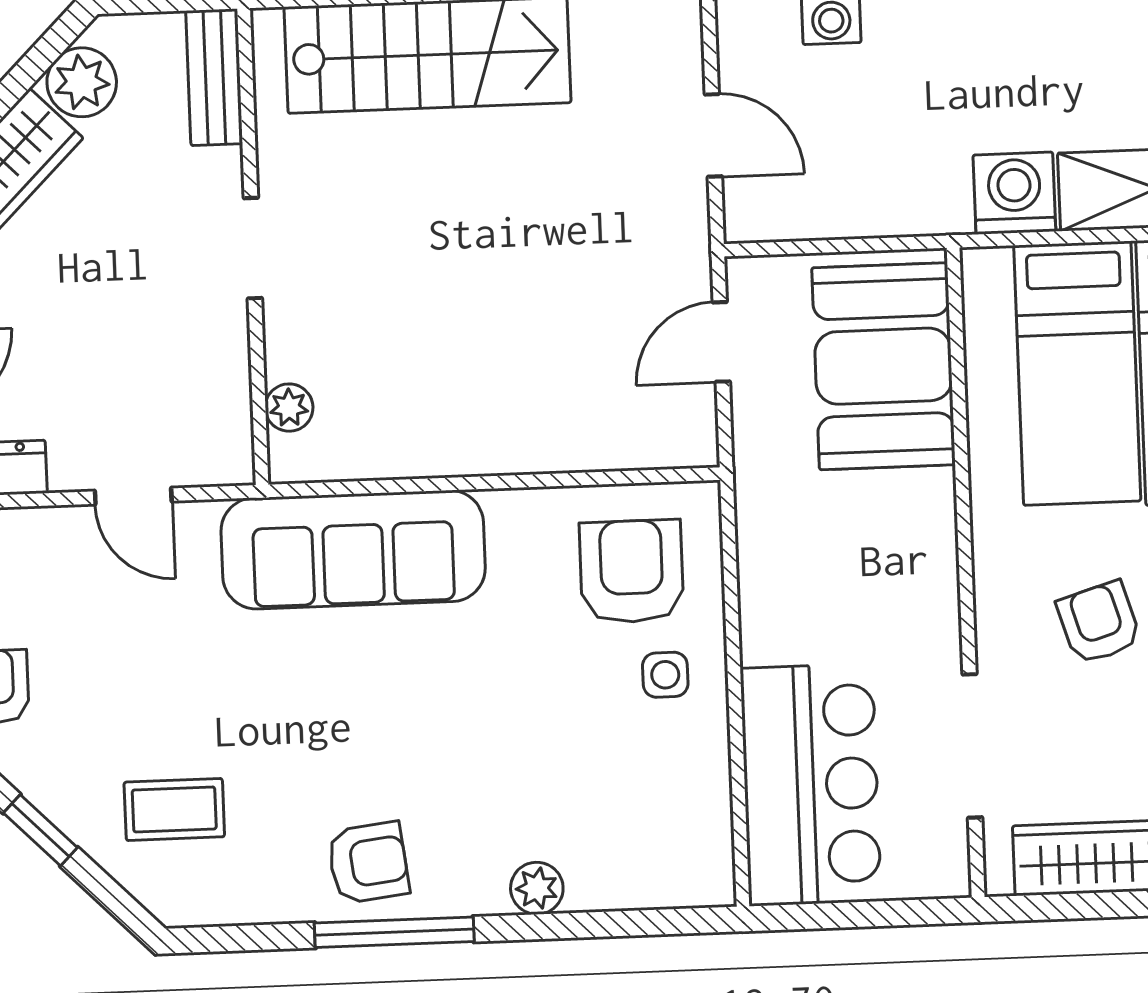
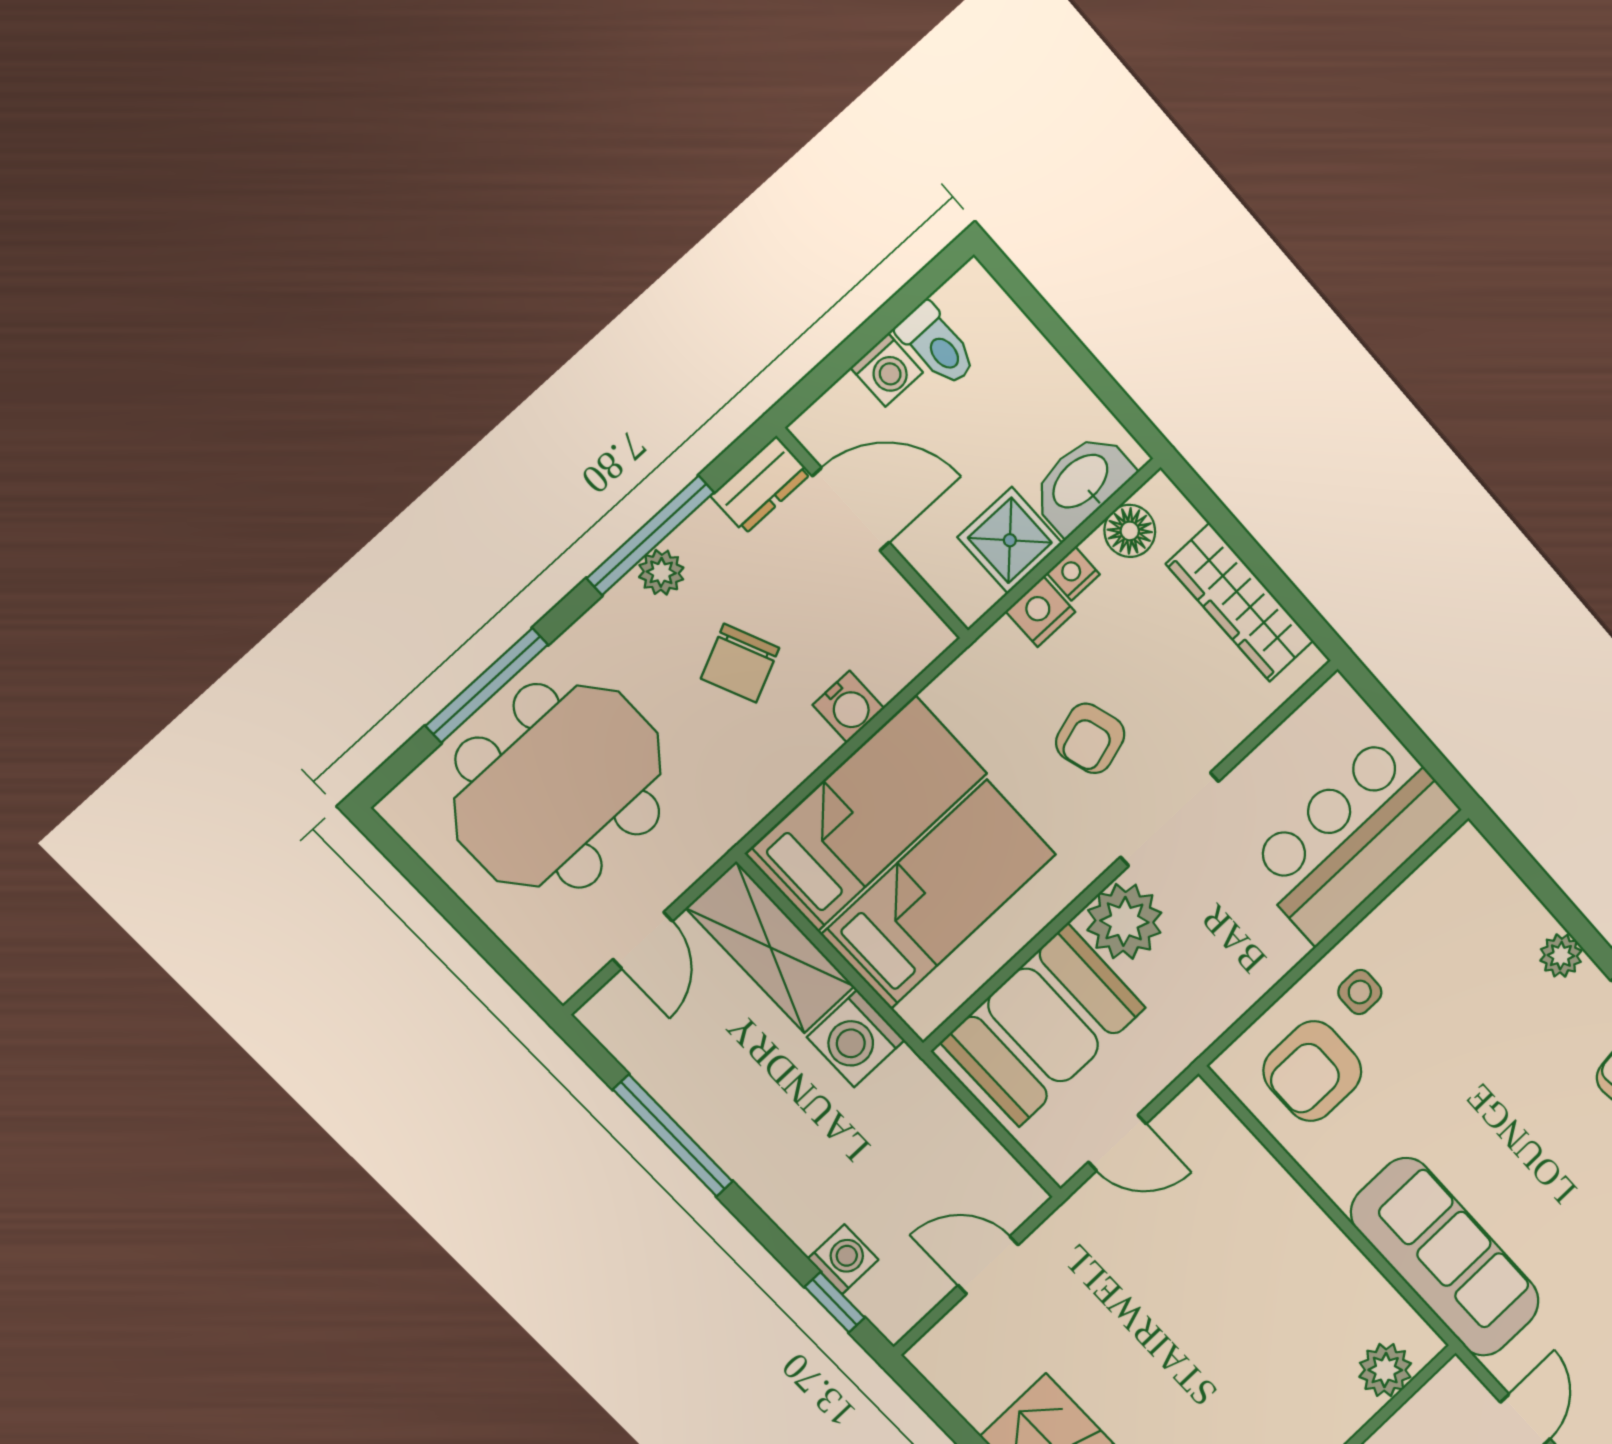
door: (713, 135) -> (988, 1265), hinge flipped
plant: (289, 408) -> (1385, 1370), width x1.38, depth x1.38
plant: (913, 516) -> (1124, 921), added
doorway: (972, 746) -> (1170, 819), moved

